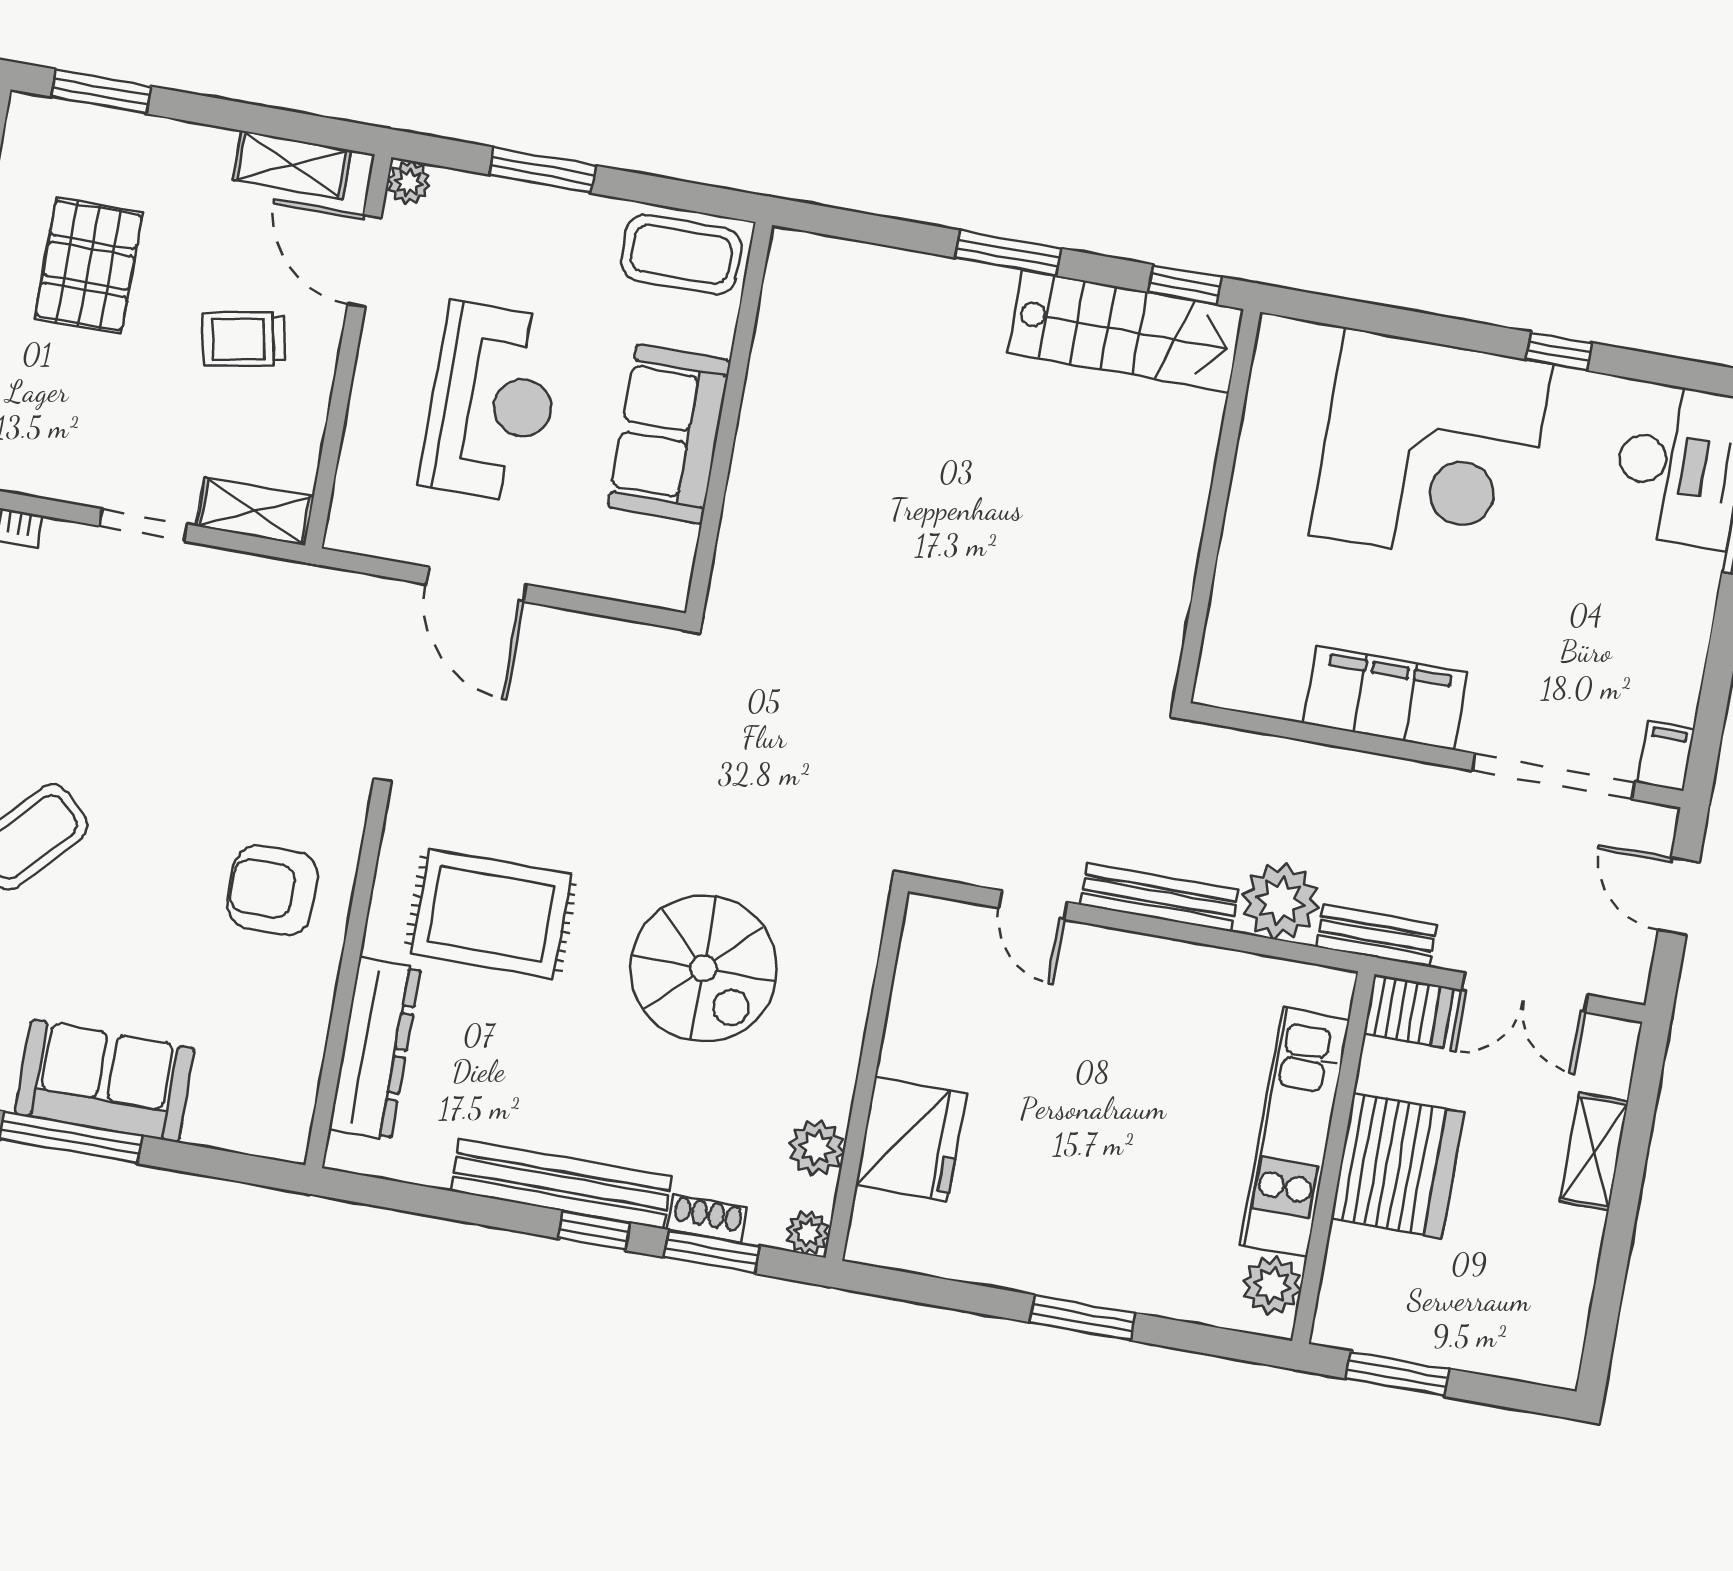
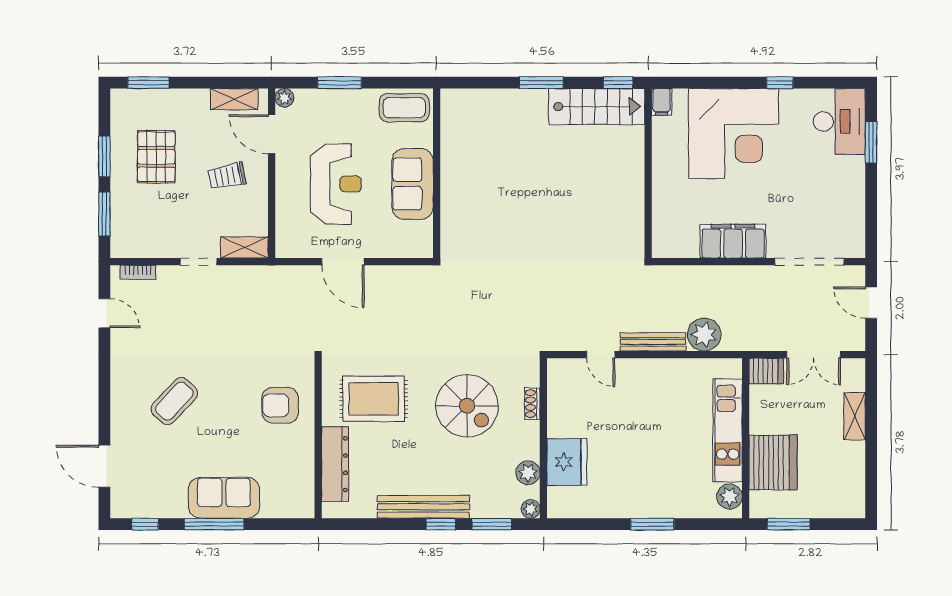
filing cabinet: (1666, 756) -> (662, 102), moved, turned 180
bench: (1376, 935) -> (747, 342), removed
server rack: (1397, 1165) -> (773, 462), moved
shoe rack: (707, 1219) -> (532, 404), moved, turned -90

